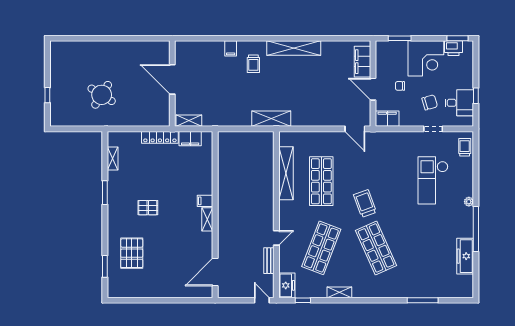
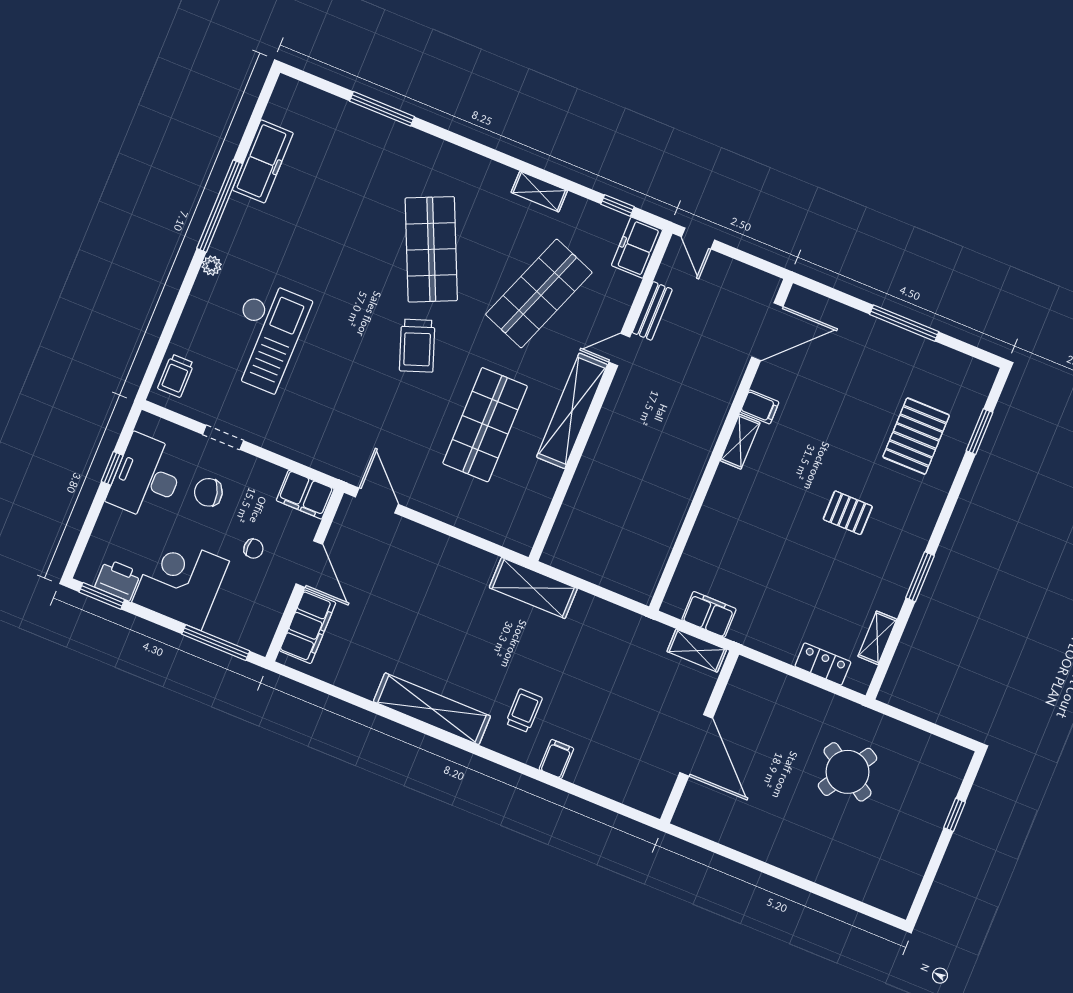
window: (400, 38) -> (216, 643), width x1.44
desk: (459, 103) -> (147, 477), width x1.37
locker: (160, 137) -> (823, 664), moved, width x0.66
shelving: (286, 173) -> (572, 411), moved
filing cabinet: (205, 201) -> (760, 407), moved
window: (157, 300) -> (904, 323), added

